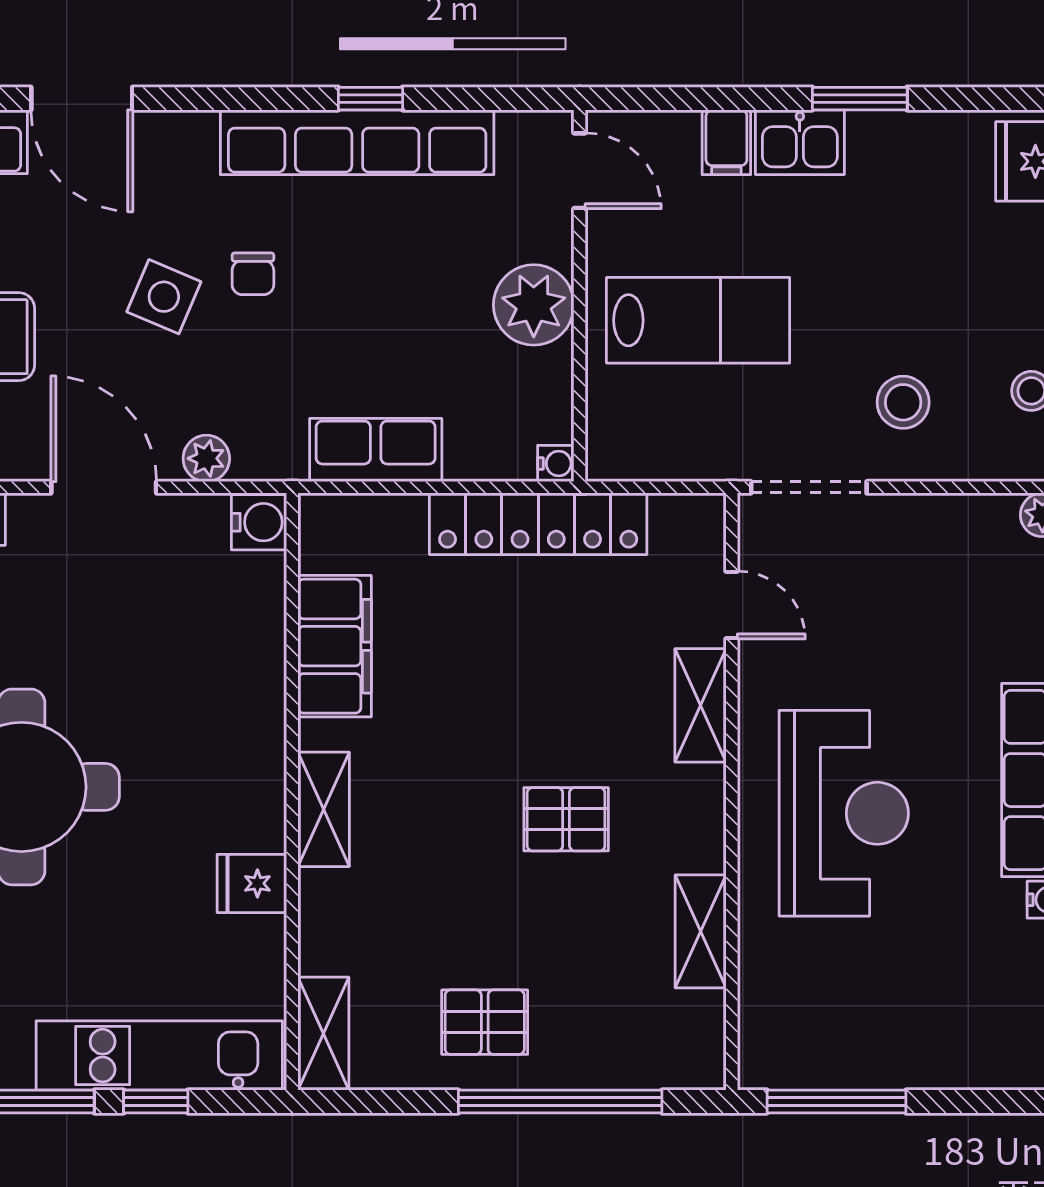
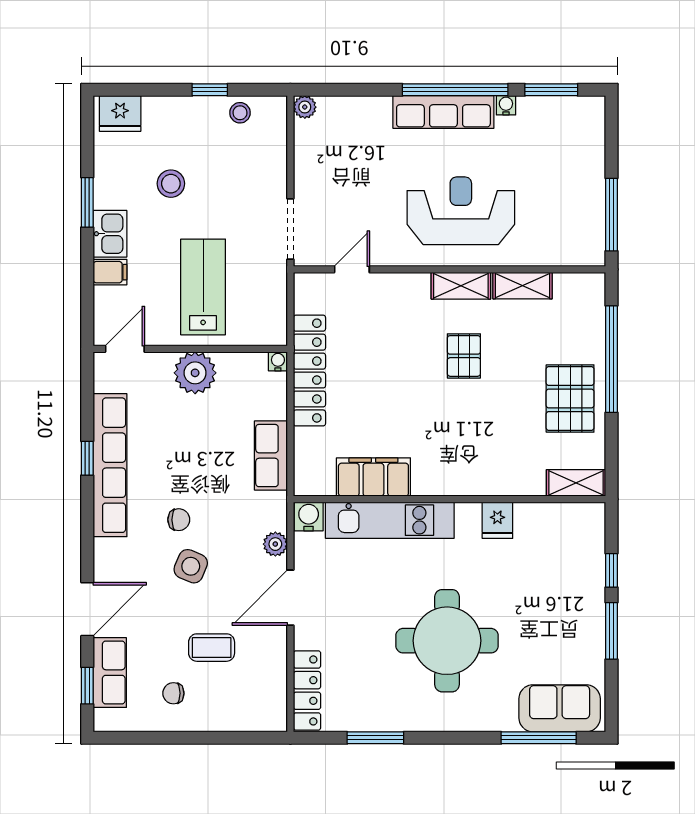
stool: (903, 402) -> (171, 184), moved
shelving: (701, 705) -> (461, 286), moved
shelving: (324, 809) -> (459, 483), removed
pallet: (485, 1022) -> (570, 398), width x1.50, depth x1.42
kitchen unit: (159, 1056) -> (390, 520), moved, turned -90

